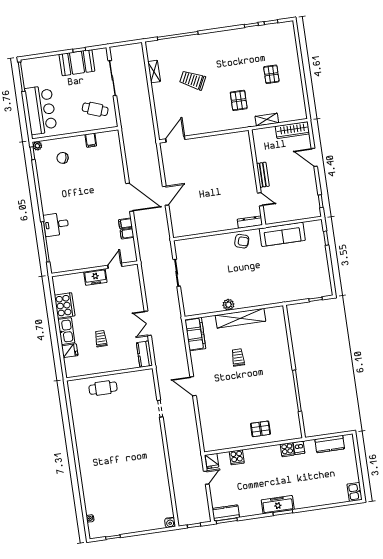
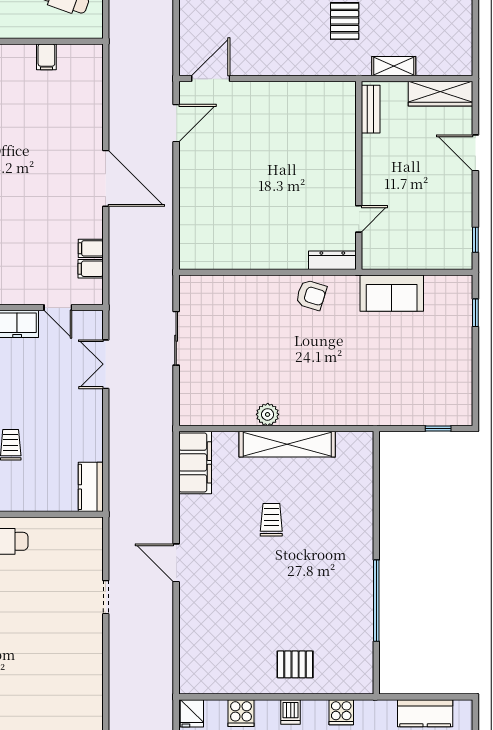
bench: (263, 175) -> (371, 109), moved
door: (166, 196) -> (176, 123), moved
door: (260, 199) -> (359, 219), hinge flipped
filing cabinet: (126, 223) -> (91, 269), moved
sofa: (282, 234) -> (392, 293), width x0.73
door: (115, 266) -> (58, 307), swing flipped
double door: (148, 323) -> (106, 364), moved
dishwasher: (299, 448) -> (291, 712), moved

